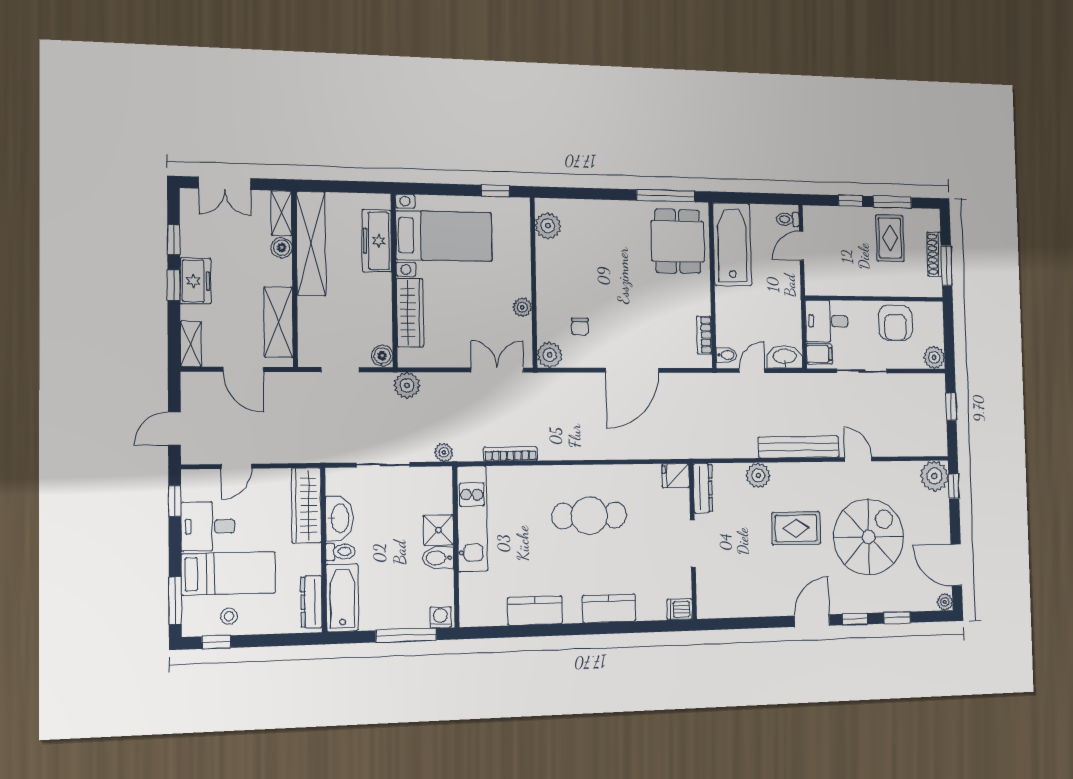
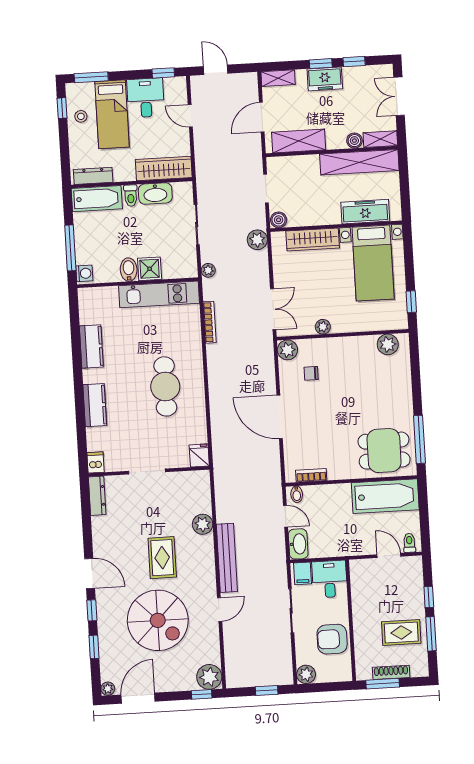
dresser: (703, 488) -> (97, 496), moved, turned -90

